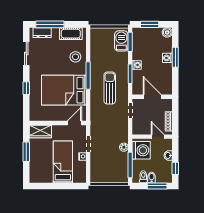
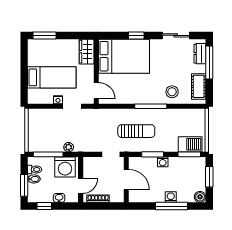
window: (175, 57) -> (171, 206), width x1.44
bed: (64, 90) -> (124, 56), moved, turned 90
door: (152, 97) -> (126, 180), hinge flipped
window: (26, 152) -> (45, 35), moved

